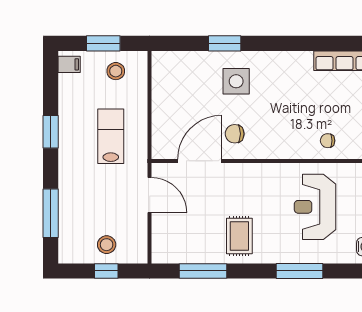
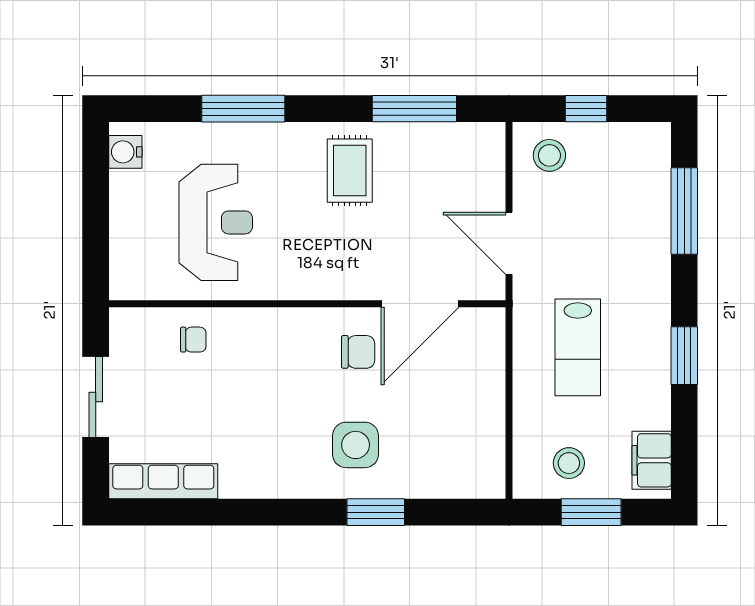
filing cabinet: (69, 64) -> (652, 460), width x2.00
stool: (107, 245) -> (549, 155), moved

